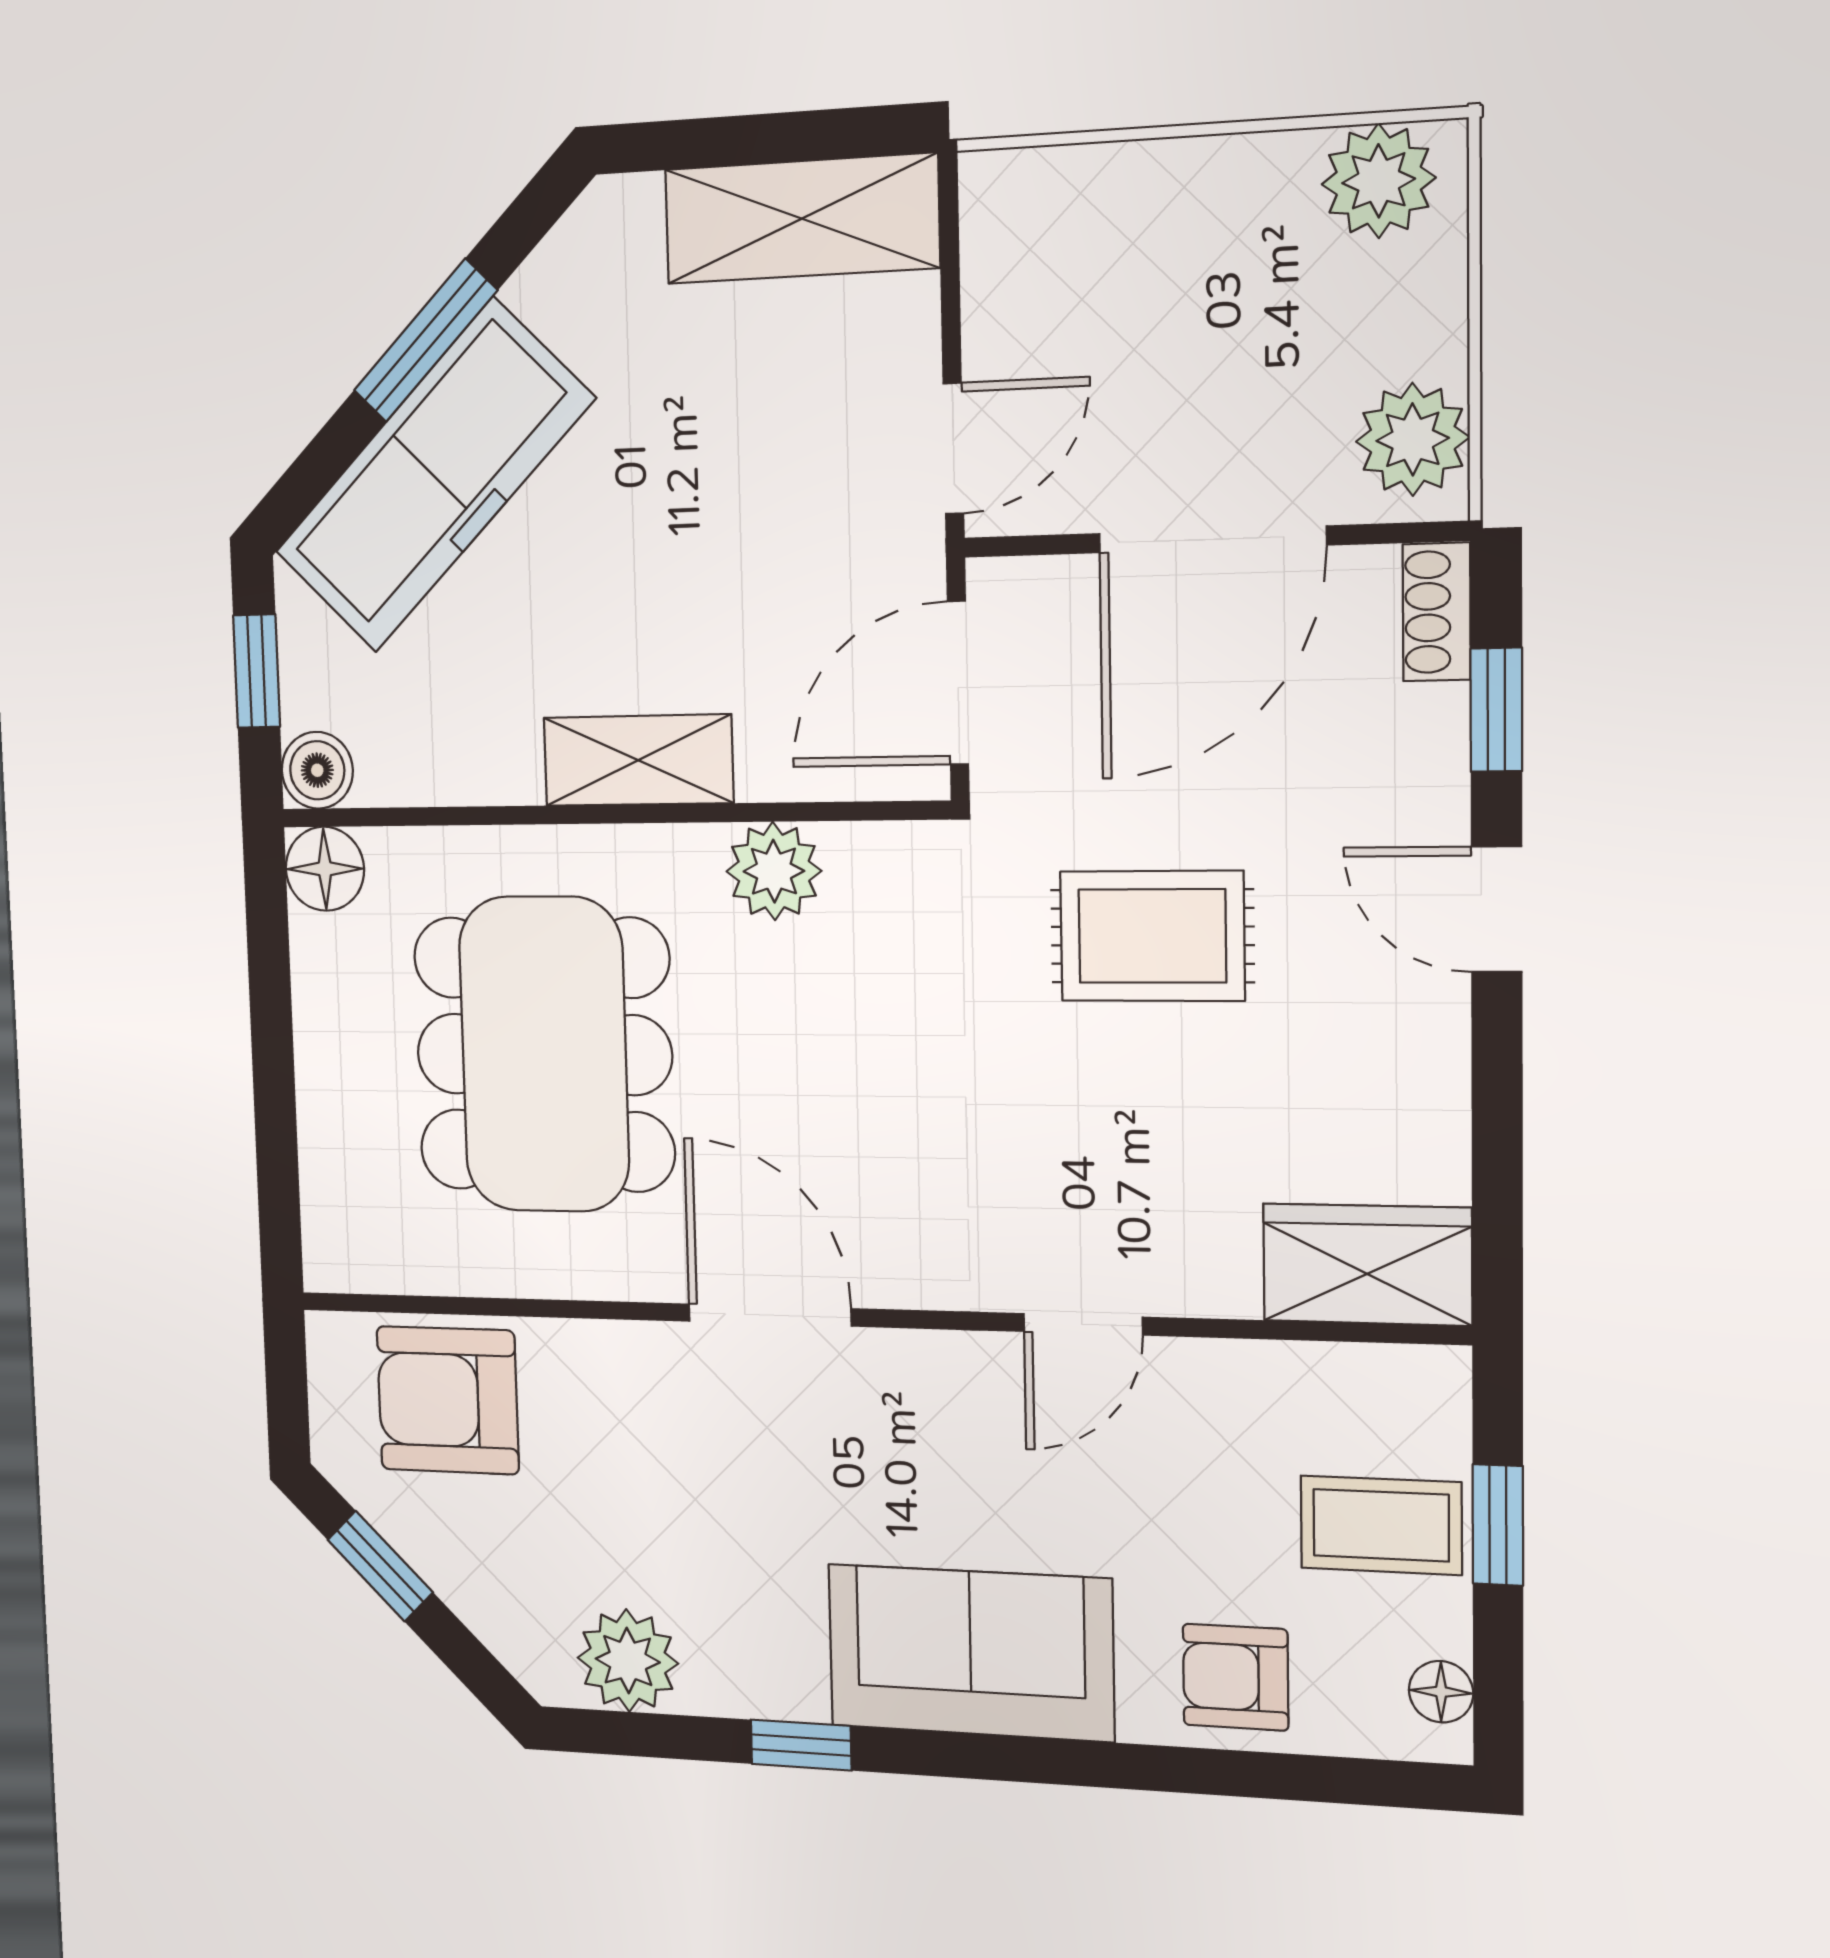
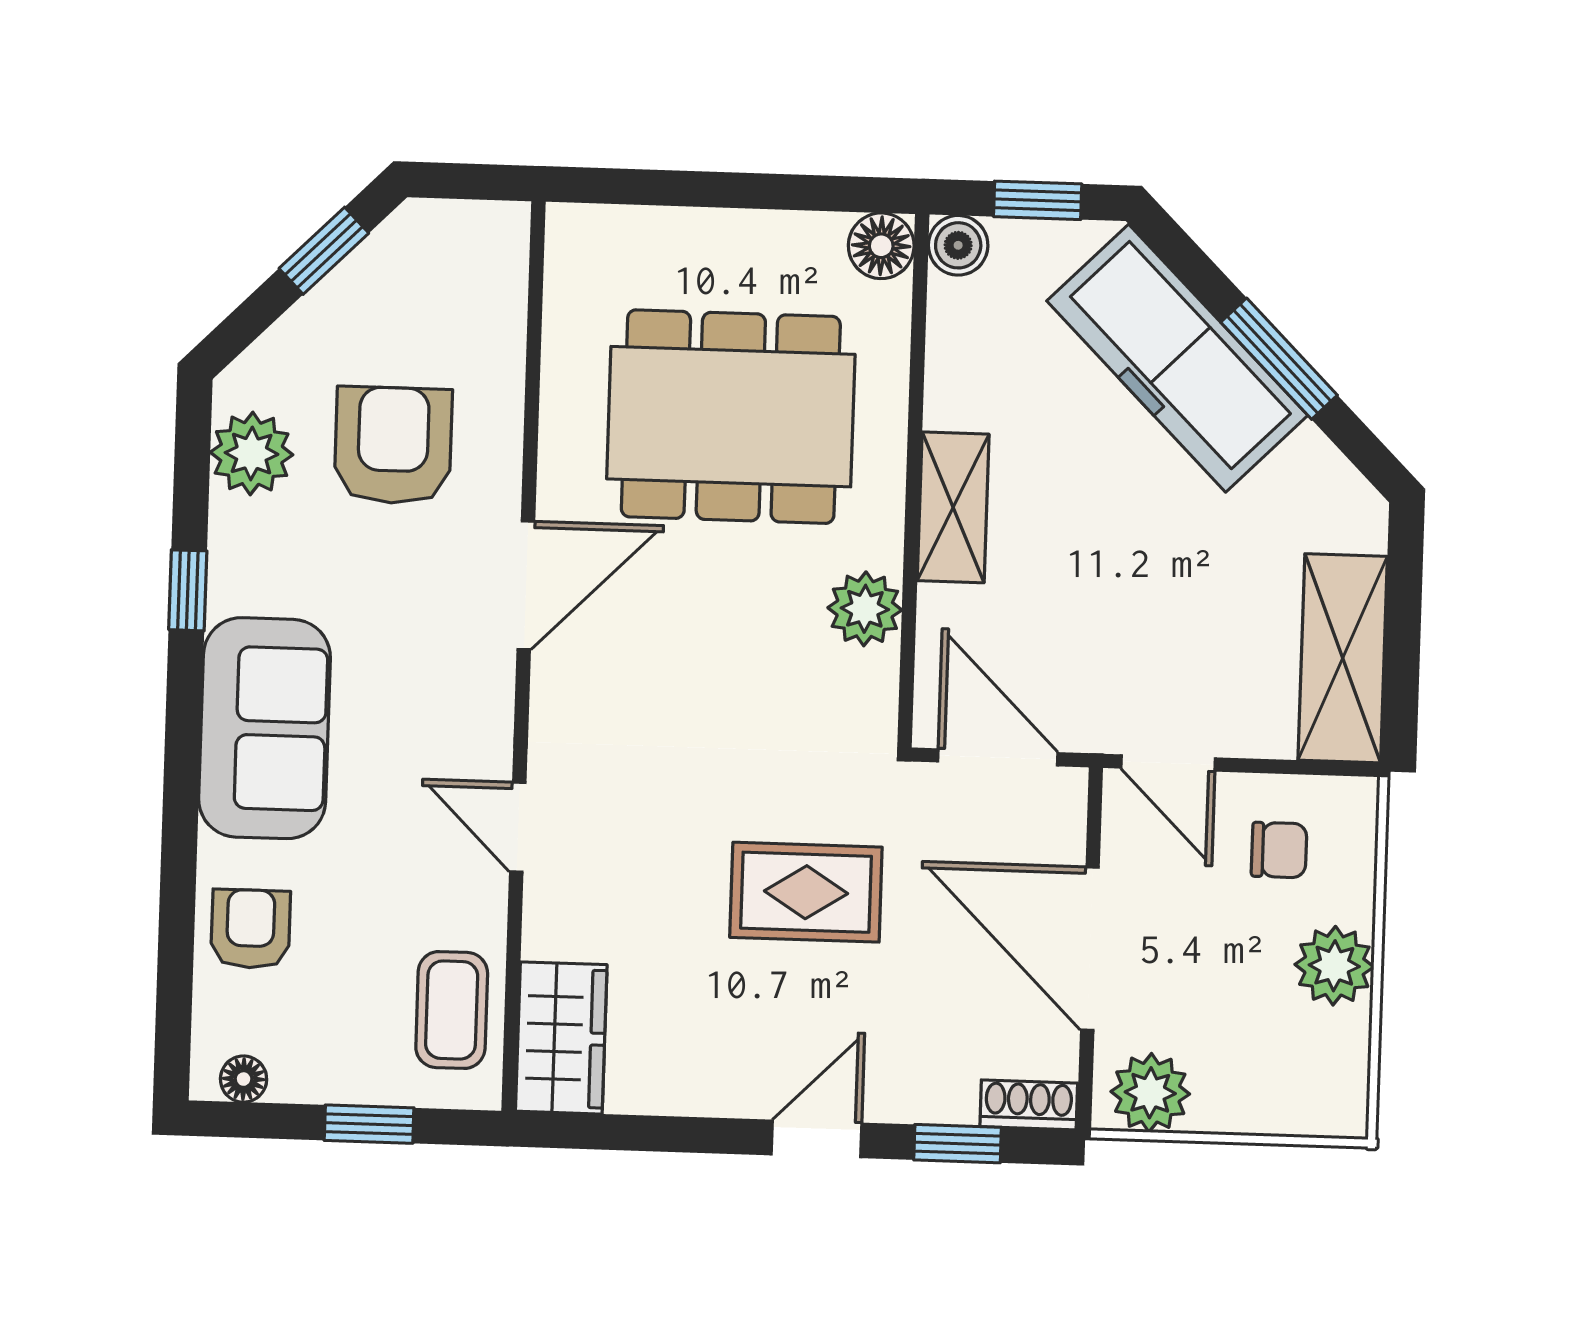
plant: (1379, 181) -> (1334, 966), moved
chair: (1064, 284) -> (1279, 850), added
rug: (1152, 936) -> (806, 892), turned 90
armchair: (448, 1400) -> (393, 445), moved
coffee table: (1381, 1525) -> (452, 1010), moved

